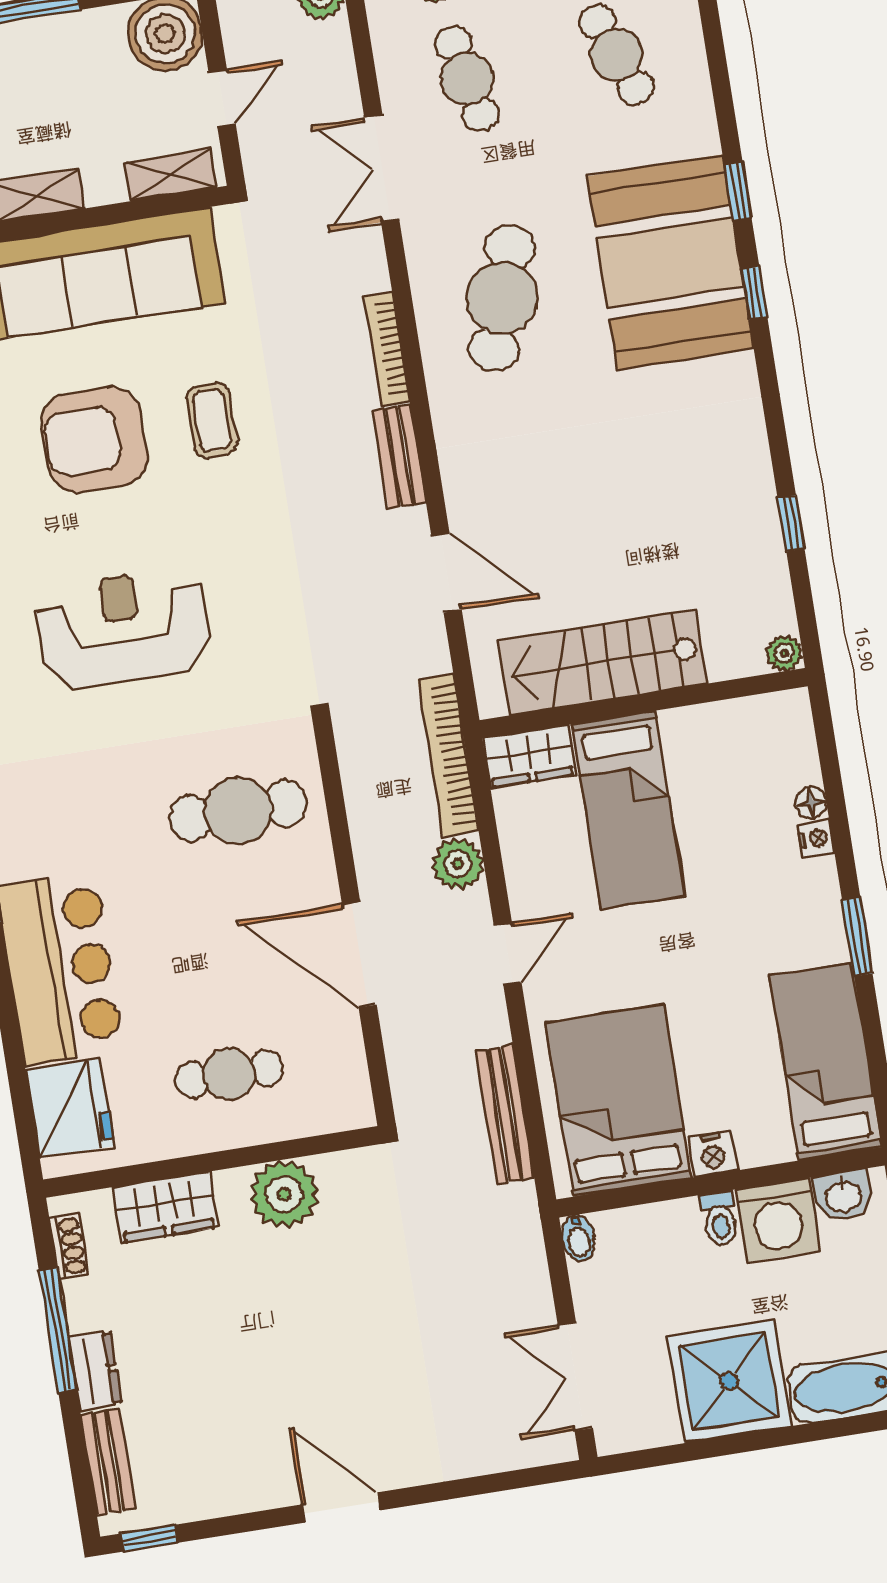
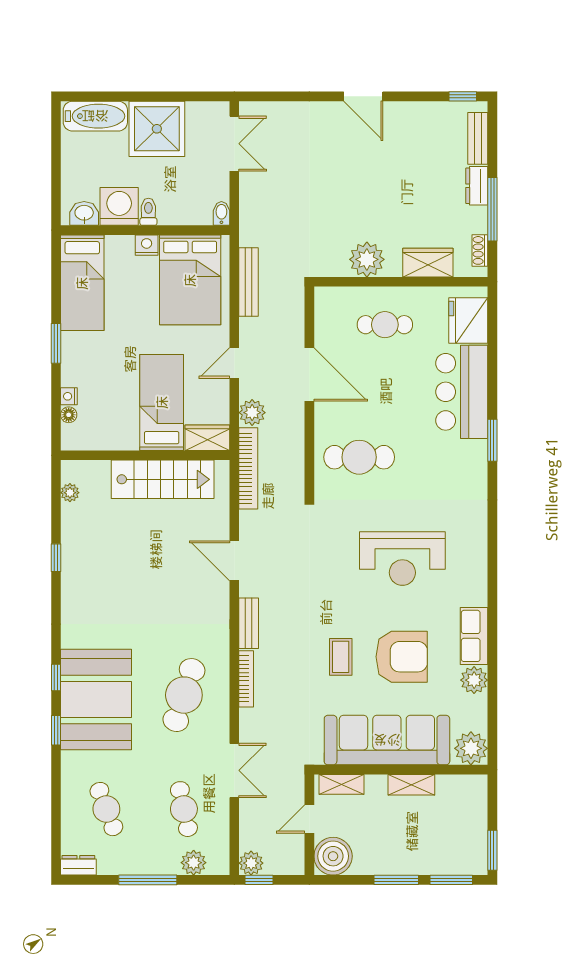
stairs: (603, 662) -> (163, 479), moved
wall: (644, 703) -> (145, 455), moved
wardrobe: (529, 756) -> (207, 438), moved
bed: (628, 810) -> (162, 402), moved

